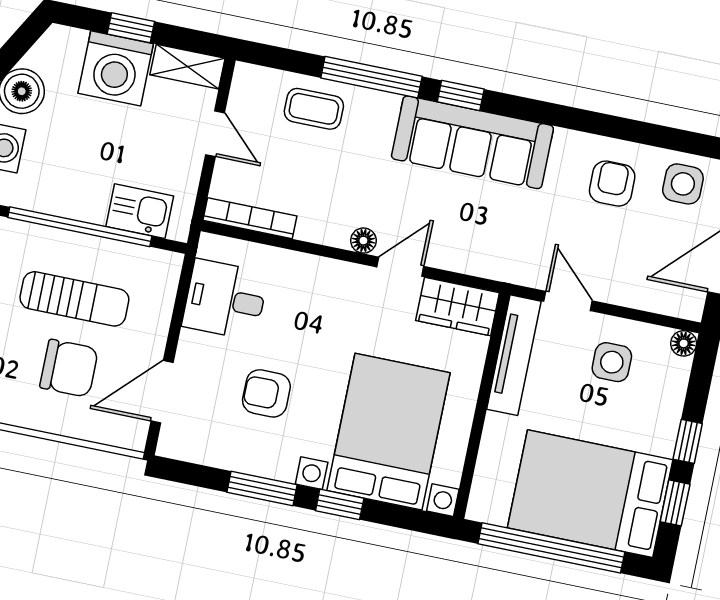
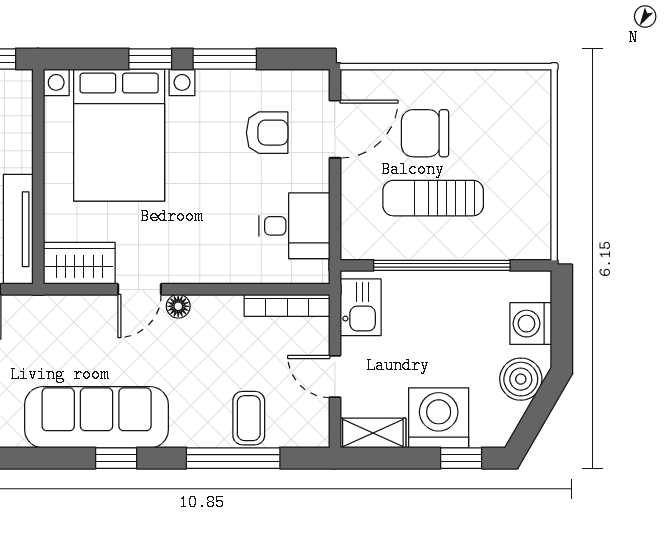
window: (131, 28) -> (461, 458), moved
window: (371, 77) -> (233, 458), moved
coffee table: (314, 109) -> (249, 418), turned 90
kitchen sink: (140, 211) -> (361, 307), moved, turned -90
armchair: (266, 393) -> (267, 133), moved

